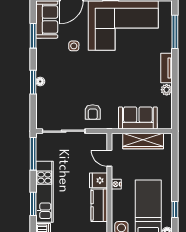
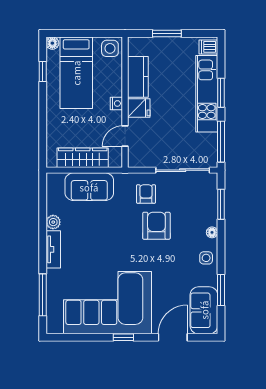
side table: (74, 46) -> (206, 258), moved
window: (33, 82) -> (221, 204), moved
armchair: (84, 87) -> (156, 226), added
door: (109, 158) -> (125, 136), swing flipped
window: (33, 204) -> (221, 93), moved

